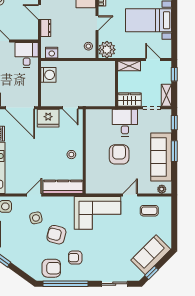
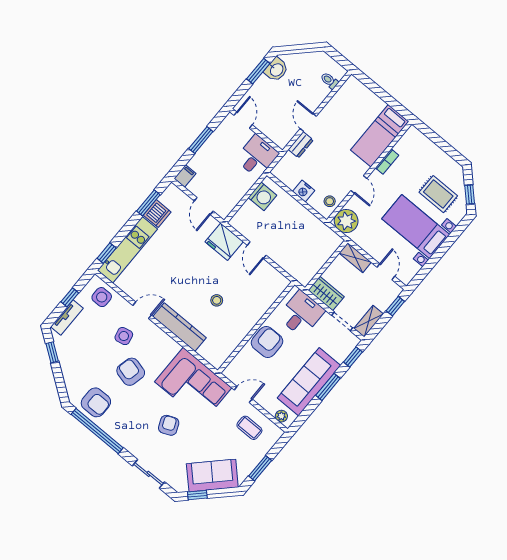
door: (97, 23) -> (359, 184), hinge flipped
nightstand: (52, 53) -> (304, 191), moved
door: (20, 108) -> (204, 206), width x0.53
wall: (84, 151) -> (256, 327), moved
window: (174, 228) -> (260, 468), added
armchair: (75, 258) -> (169, 425), moved, turned 67

